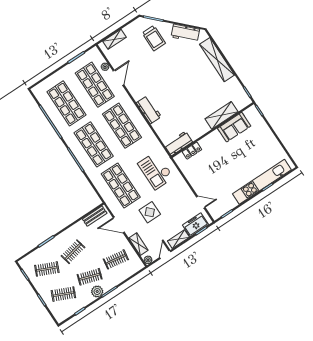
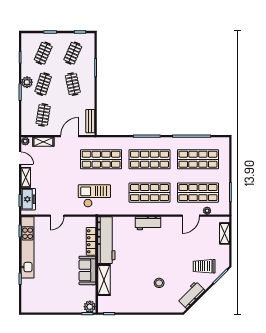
shelving: (217, 60) -> (152, 307), removed
stool: (193, 67) -> (159, 283), added
door: (118, 78) -> (191, 216), hinge flipped
plant: (252, 112) -> (90, 307), added
sofa: (234, 127) -> (87, 270), moved
workbench: (178, 144) -> (106, 240), width x1.88, depth x1.32
locker: (192, 151) -> (91, 241), width x1.53
kitchen unit: (262, 182) -> (28, 247), moved
door: (201, 202) -> (57, 216), moved
display table: (150, 212) -> (63, 168), removed

